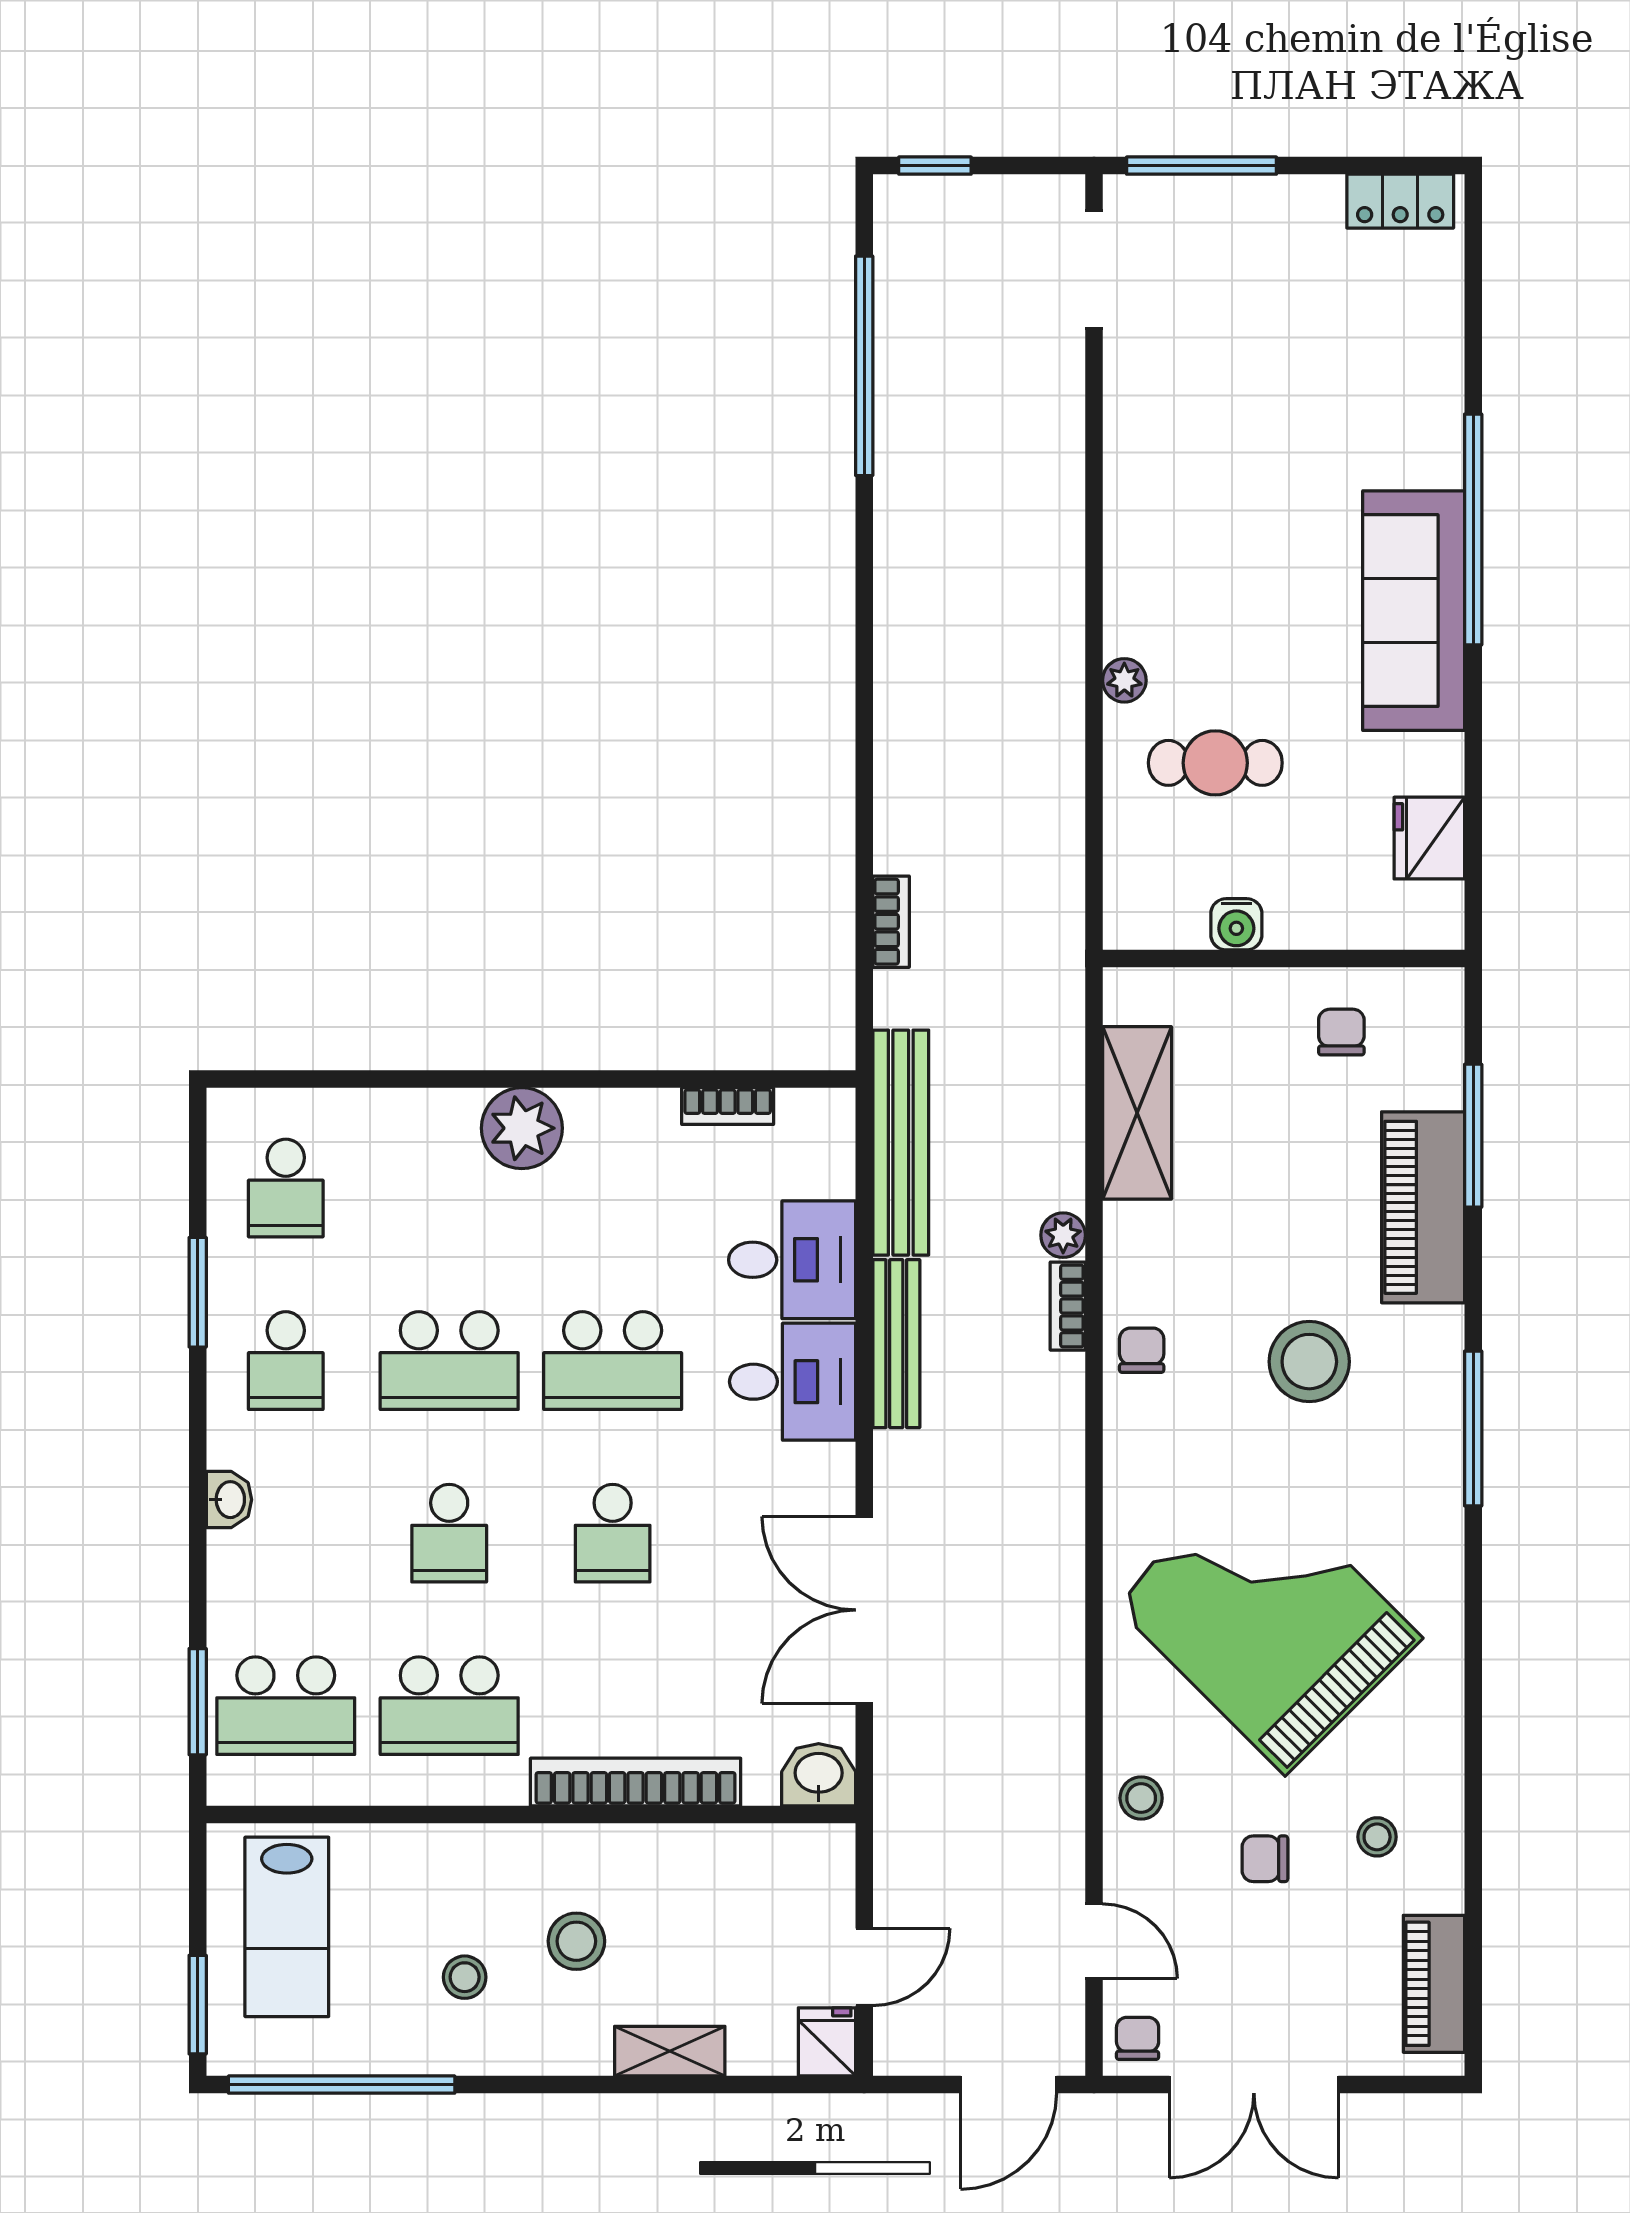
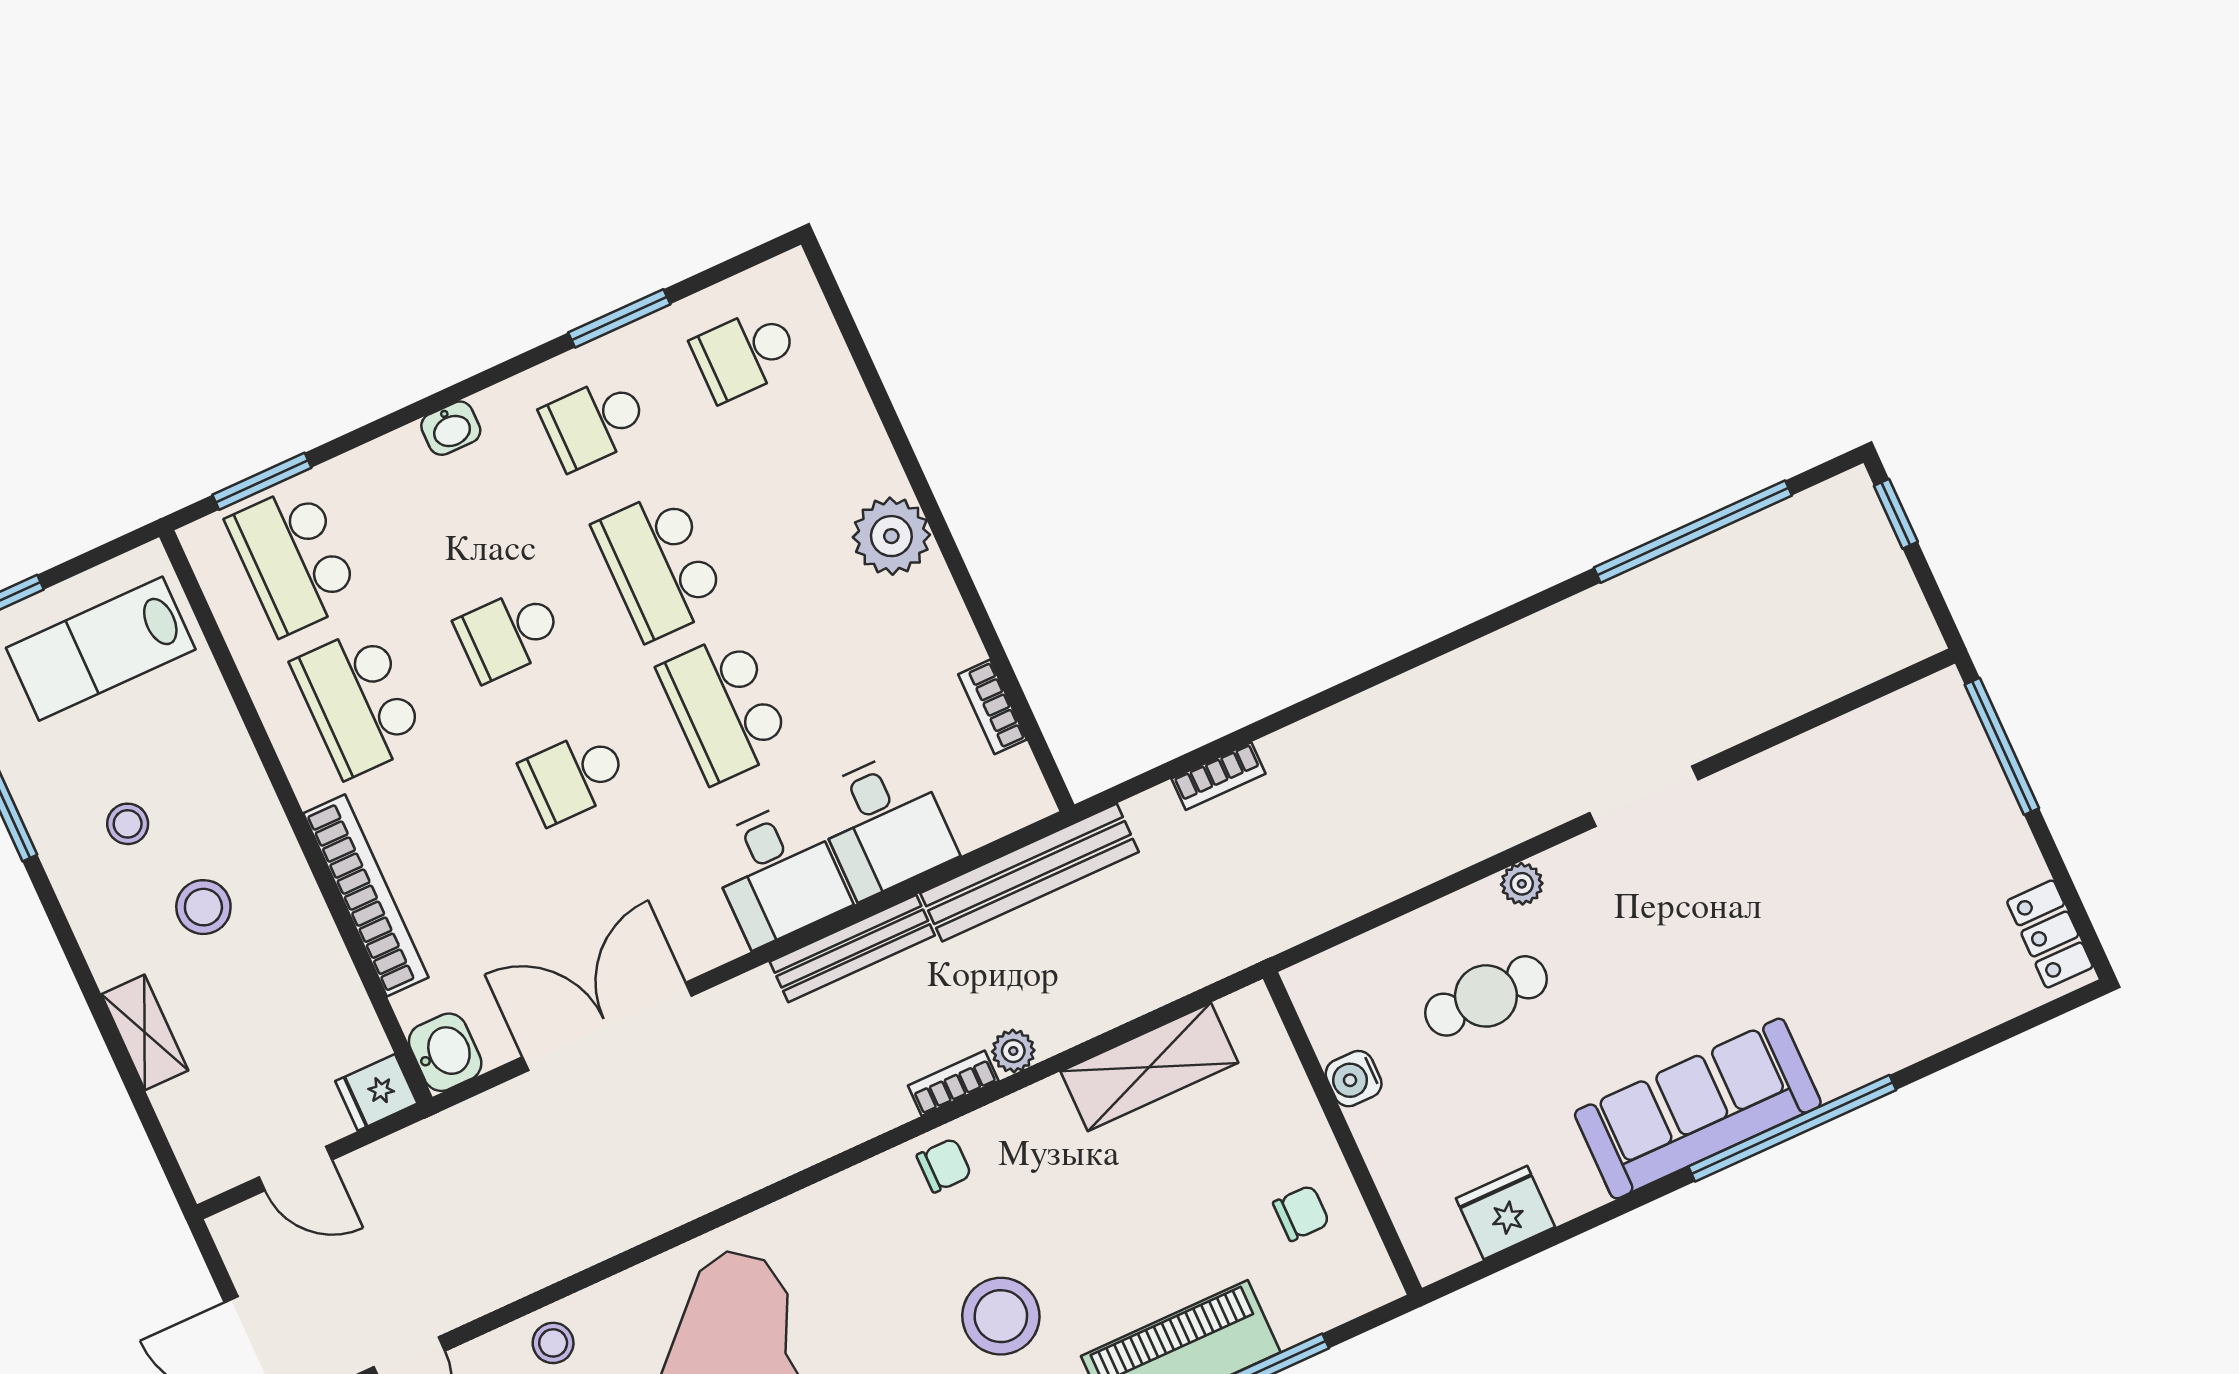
doorway: (1094, 270) -> (1644, 796), moved
cafe table: (1215, 763) -> (1486, 996), turned 90
fridge: (827, 2042) -> (376, 1092), moved, turned 180

